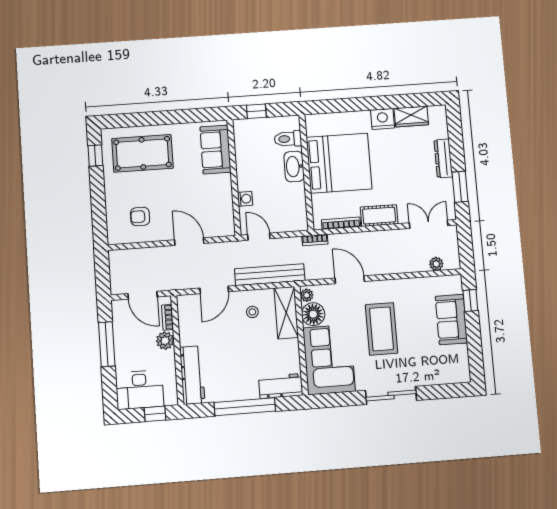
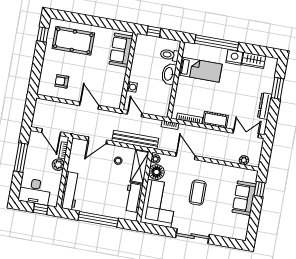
window: (351, 105) -> (217, 43), added
dresser: (443, 158) -> (265, 106), moved
bed: (339, 163) -> (200, 70), width x0.49
window: (460, 187) -> (277, 88), moved
coffee table: (381, 329) -> (198, 193), width x0.73, depth x0.76
workbench: (281, 386) -> (134, 198), moved, turned -90

